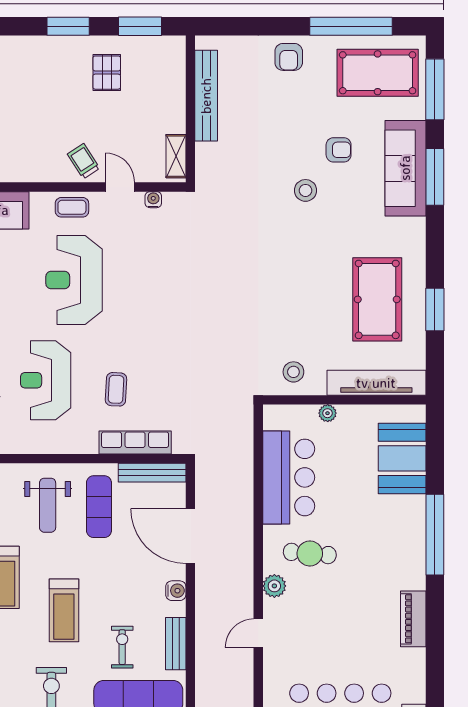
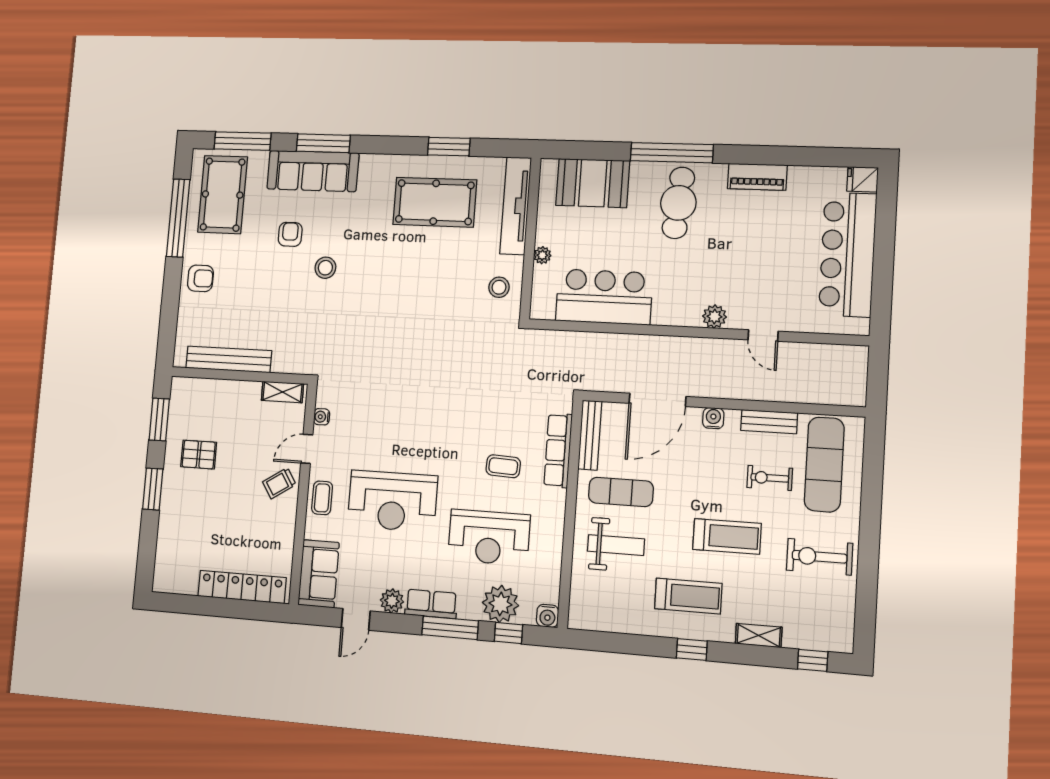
cafe table: (310, 553) -> (678, 203), moved, width x1.37, depth x1.35

